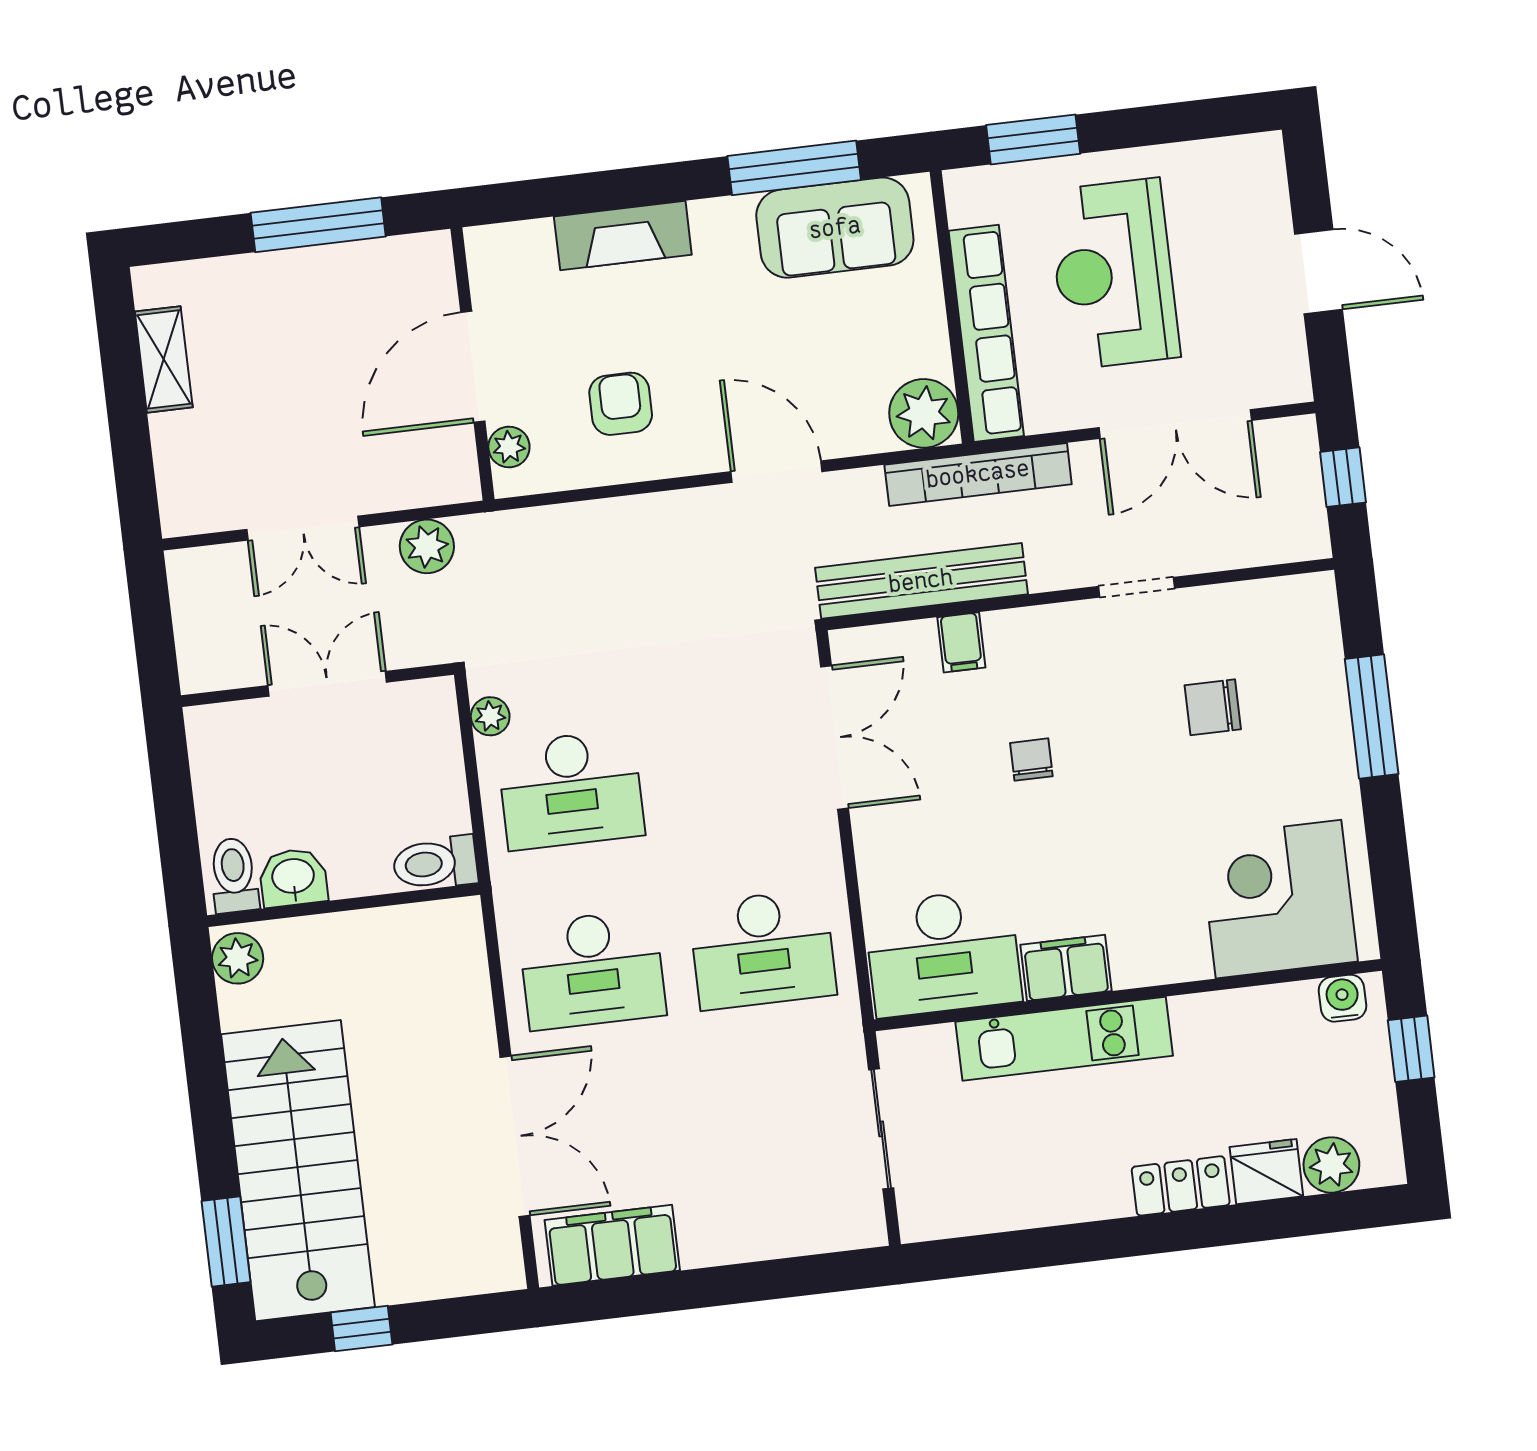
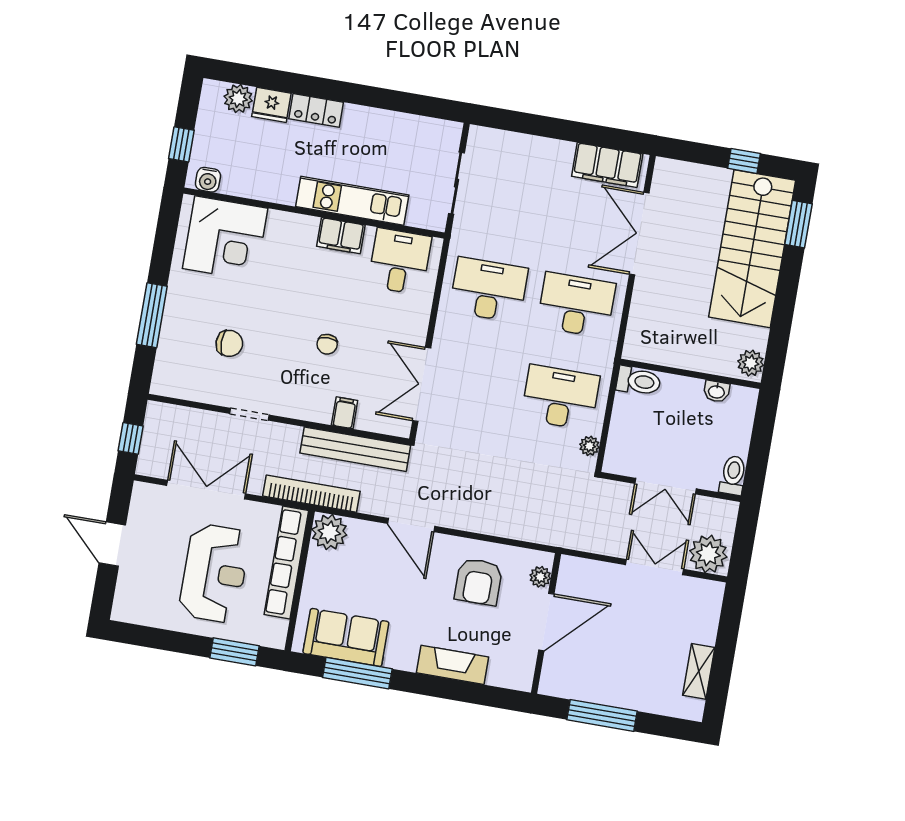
armchair: (621, 404) -> (478, 582), width x1.38, depth x1.38
plant: (427, 546) -> (708, 554), moved, width x1.36, depth x1.36
toilet: (234, 875) -> (733, 475), moved, turned 180
washbasin: (293, 878) -> (716, 391), width x0.72, depth x0.69
desk: (943, 953) -> (400, 261), width x0.73

